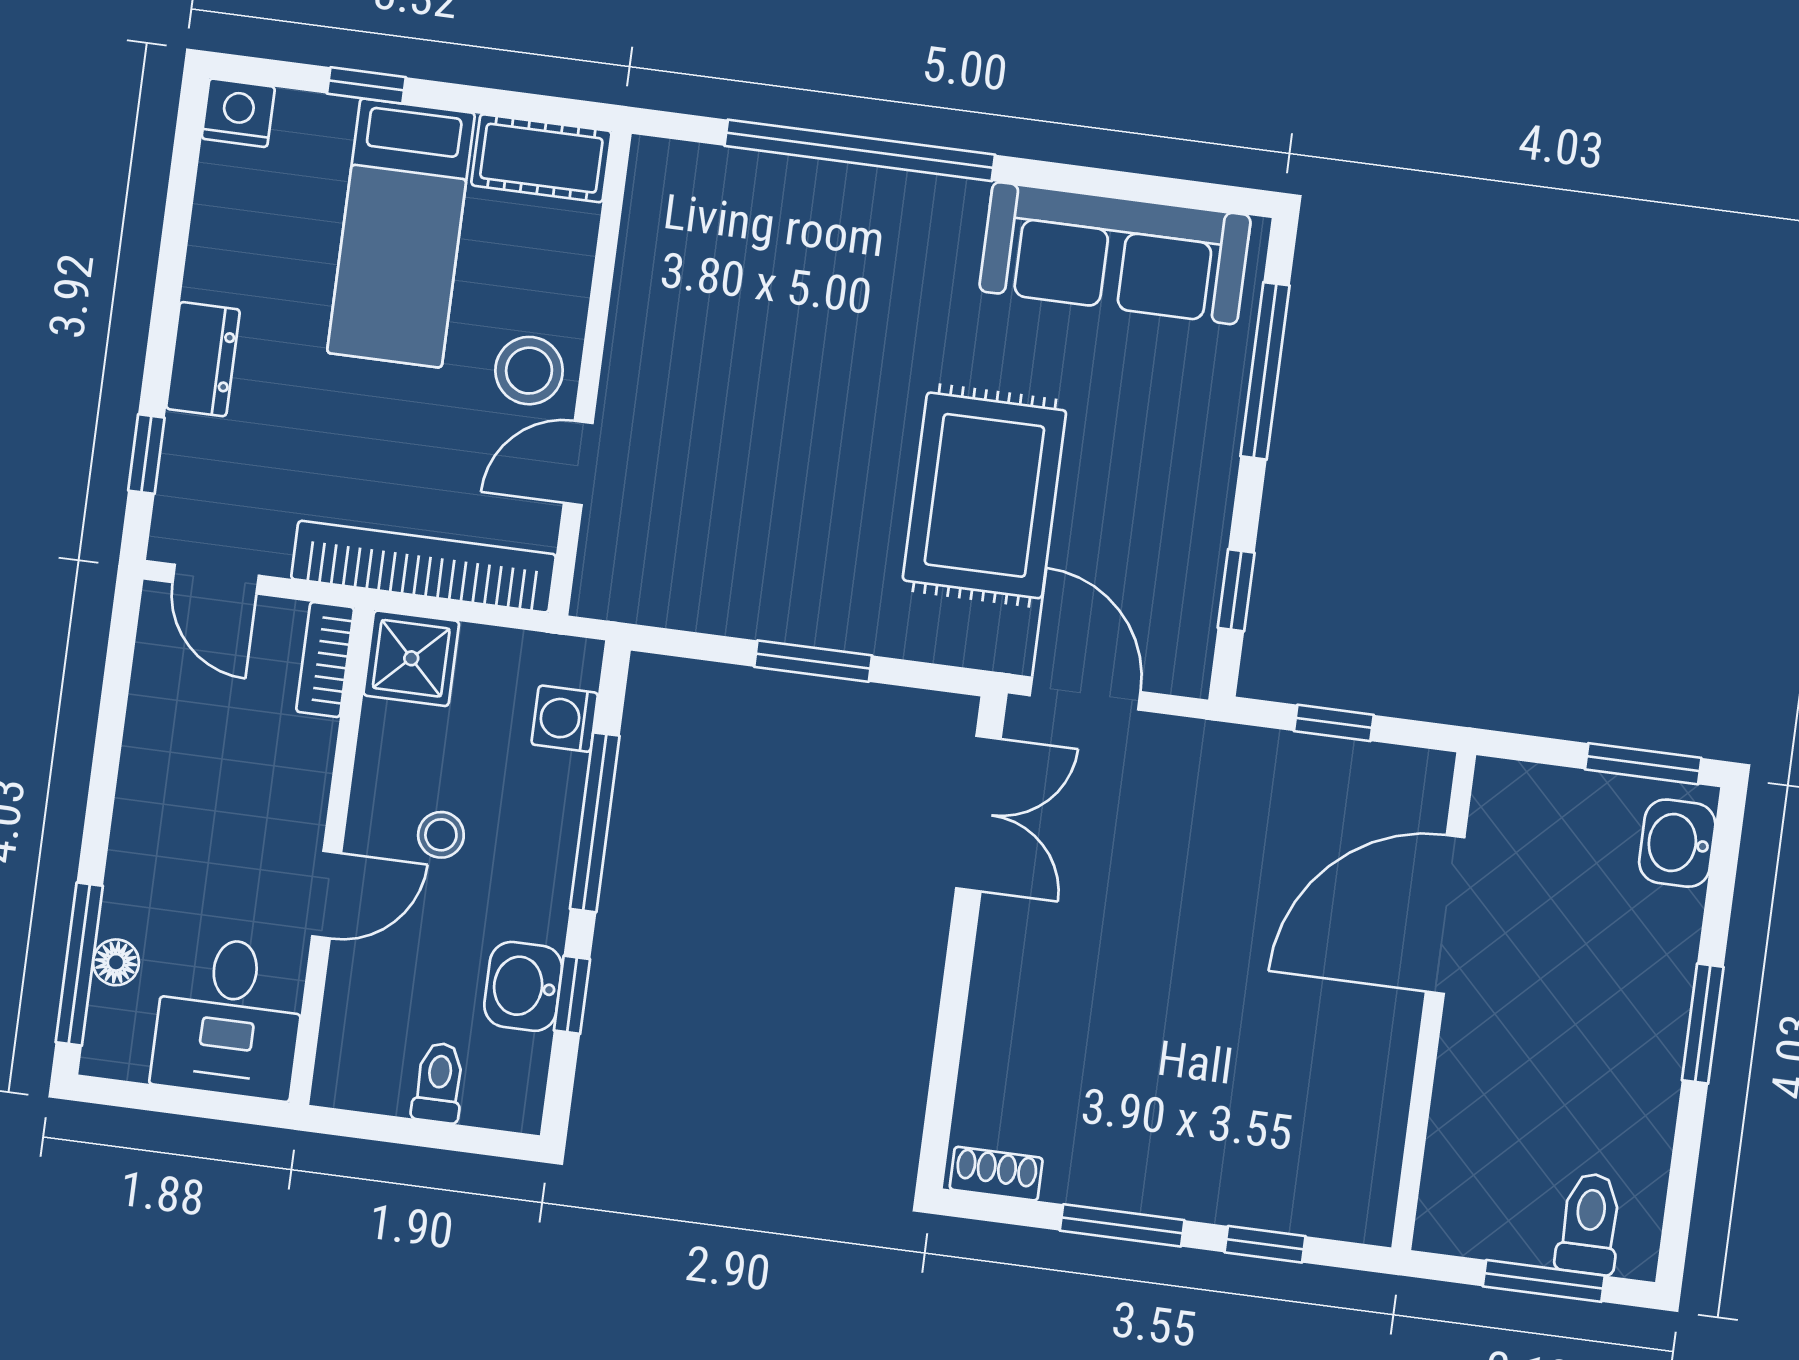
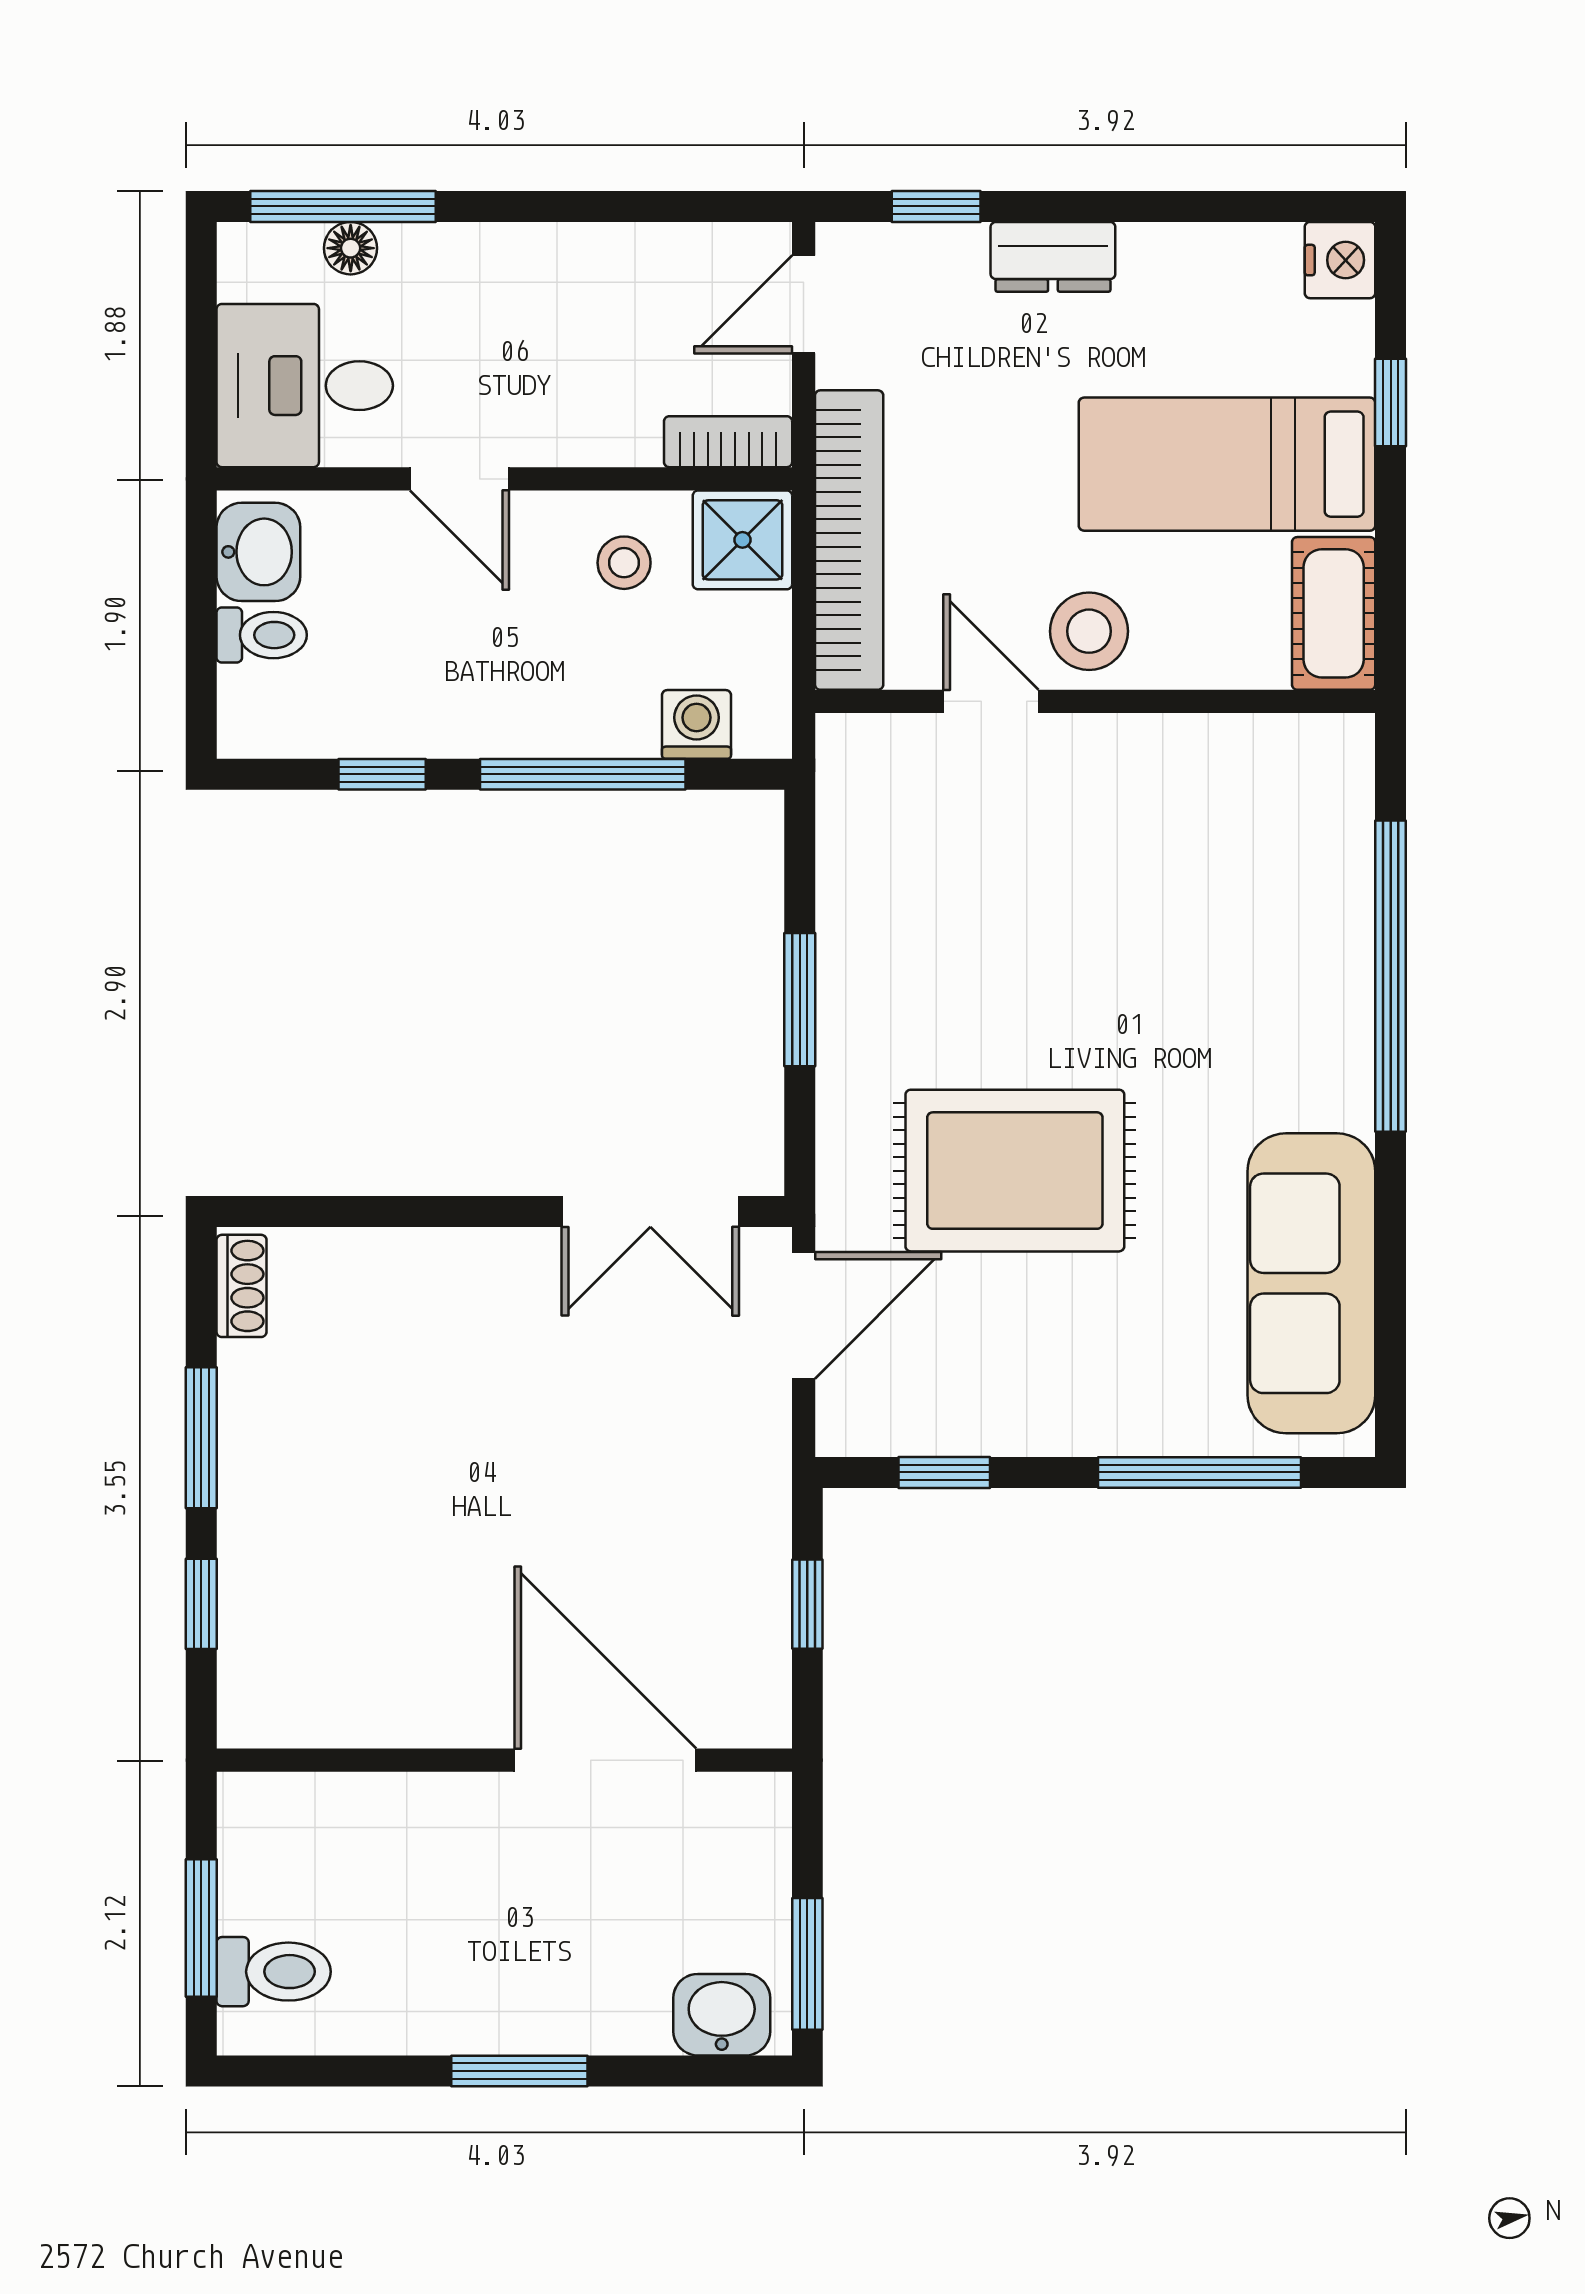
stool: (441, 835) -> (624, 563), moved
washbasin: (523, 986) -> (258, 552), moved, turned 90

